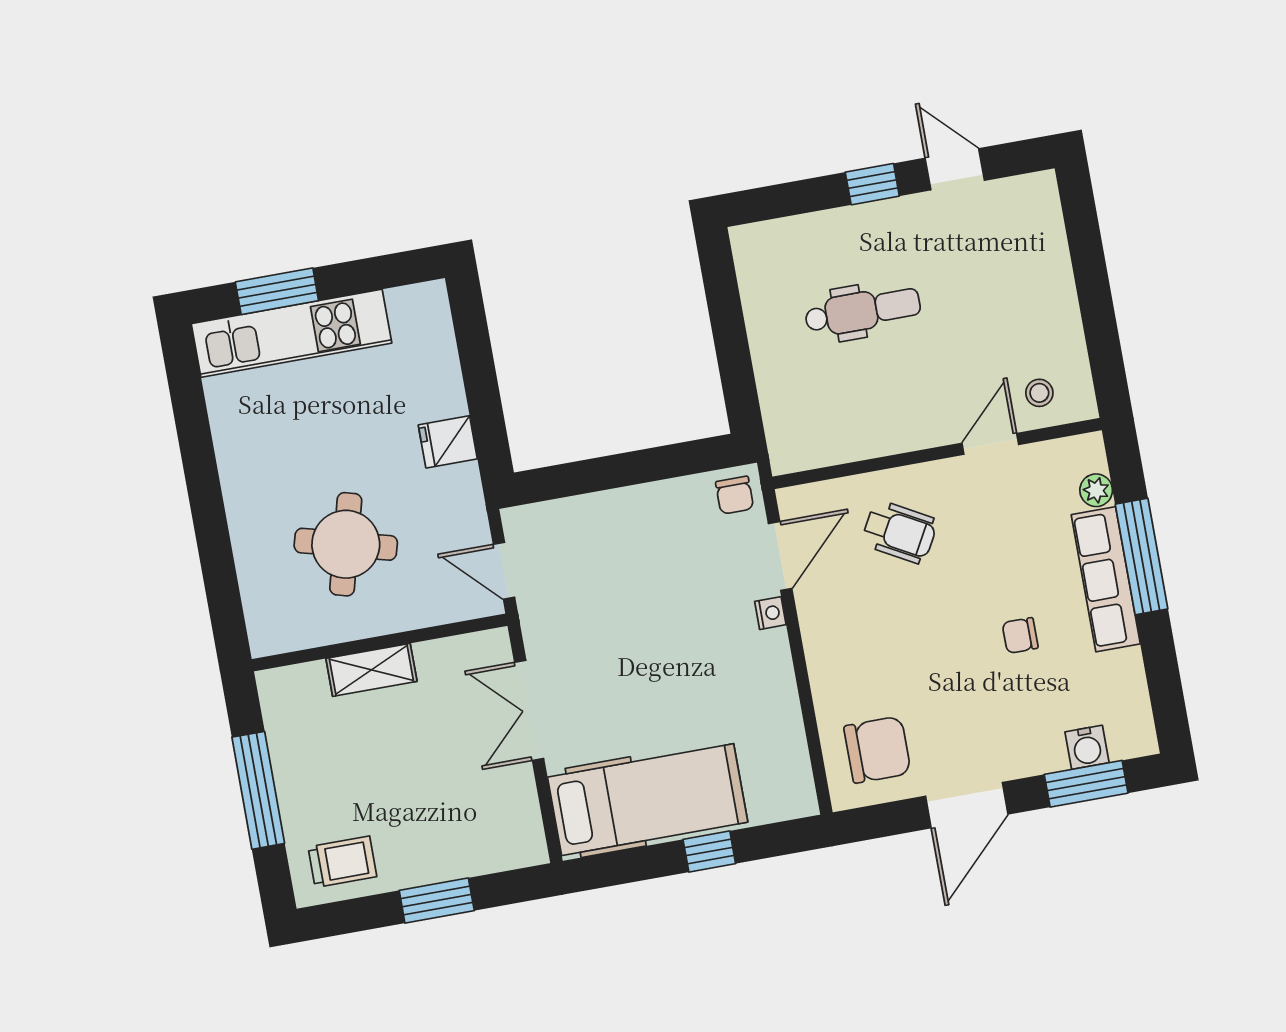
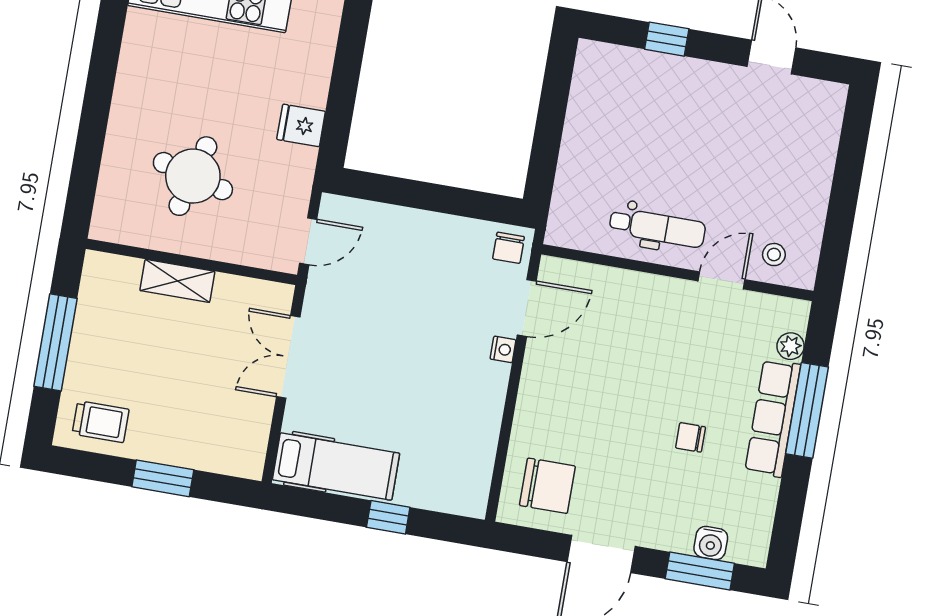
window: (872, 184) -> (667, 39), moved
dental chair: (863, 311) -> (657, 228), moved
wheelchair: (899, 532) -> (626, 323), removed
door: (504, 571) -> (308, 241), swing flipped
hospital bed: (648, 800) -> (336, 466), width x0.73, depth x0.78

